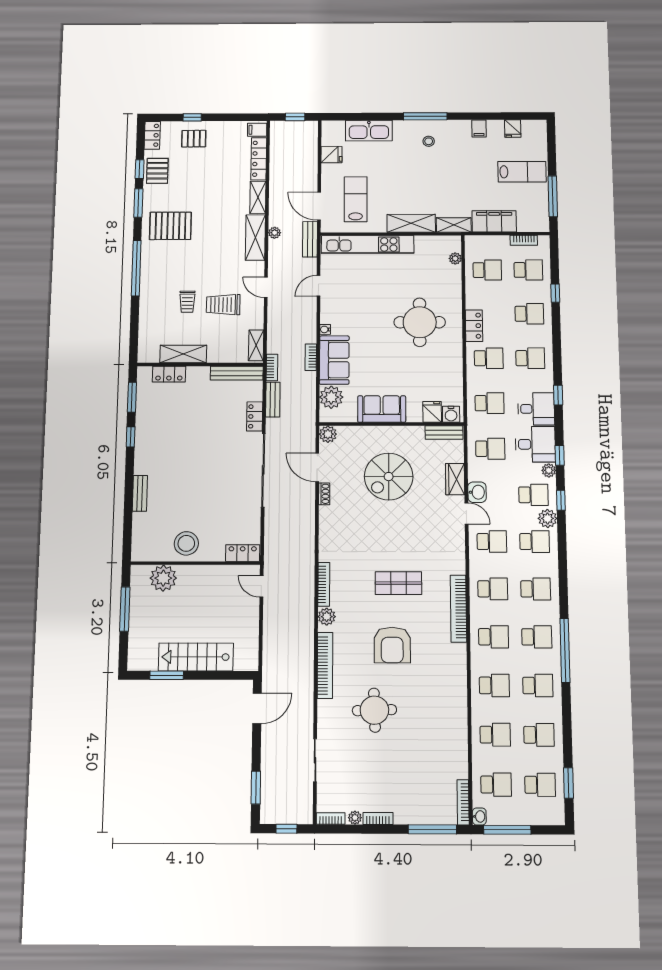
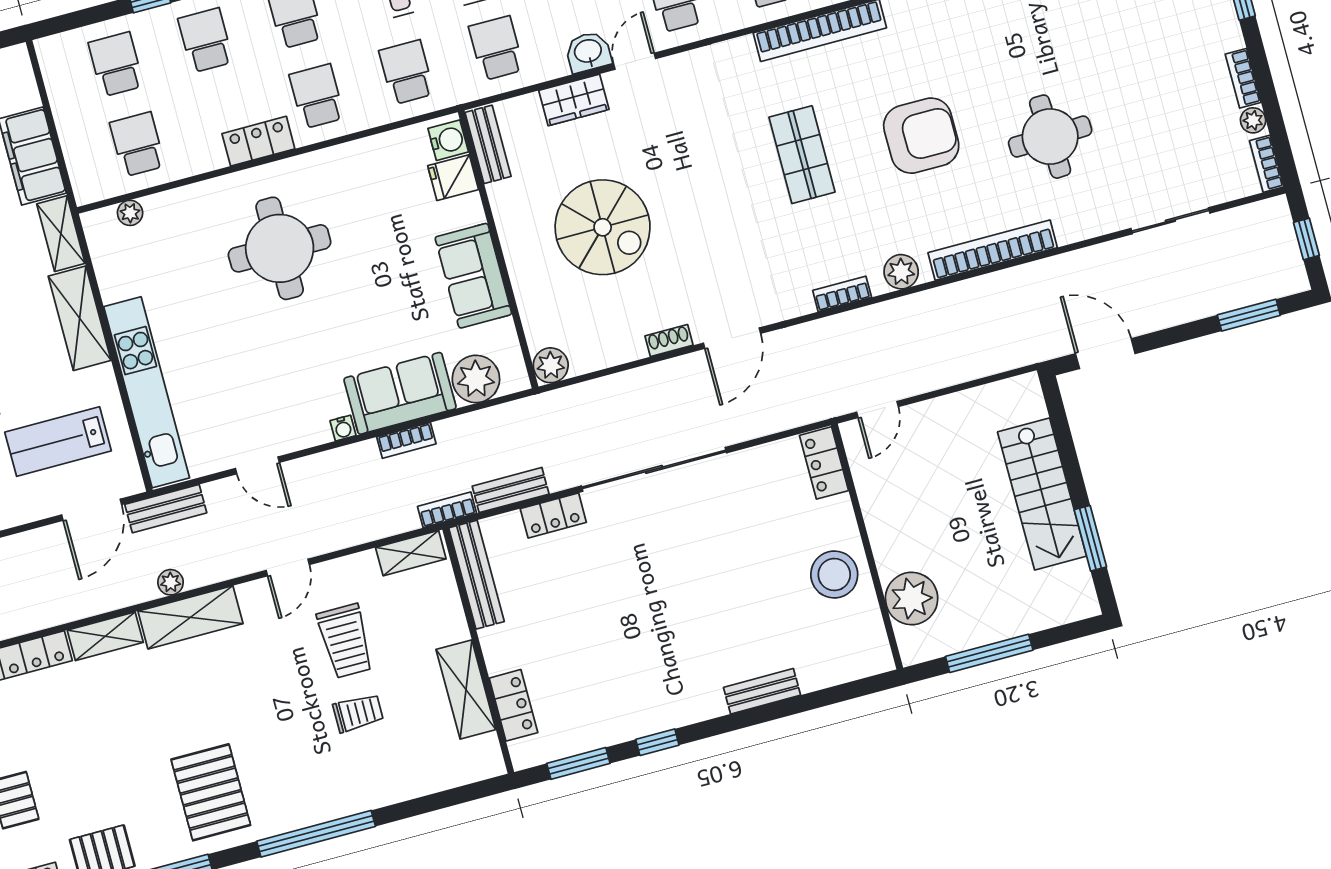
bookcase: (524, 240) -> (56, 88), removed
door: (317, 467) -> (732, 338), moved
bookcase: (324, 584) -> (842, 294), width x0.64

